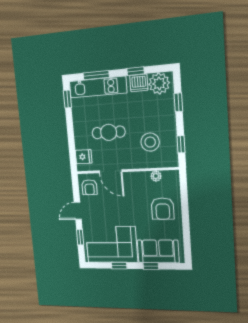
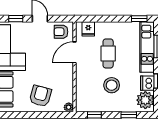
stool: (150, 142) -> (112, 85), moved
plant: (156, 176) -> (69, 107), moved
armchair: (163, 209) -> (40, 96), turned 105

